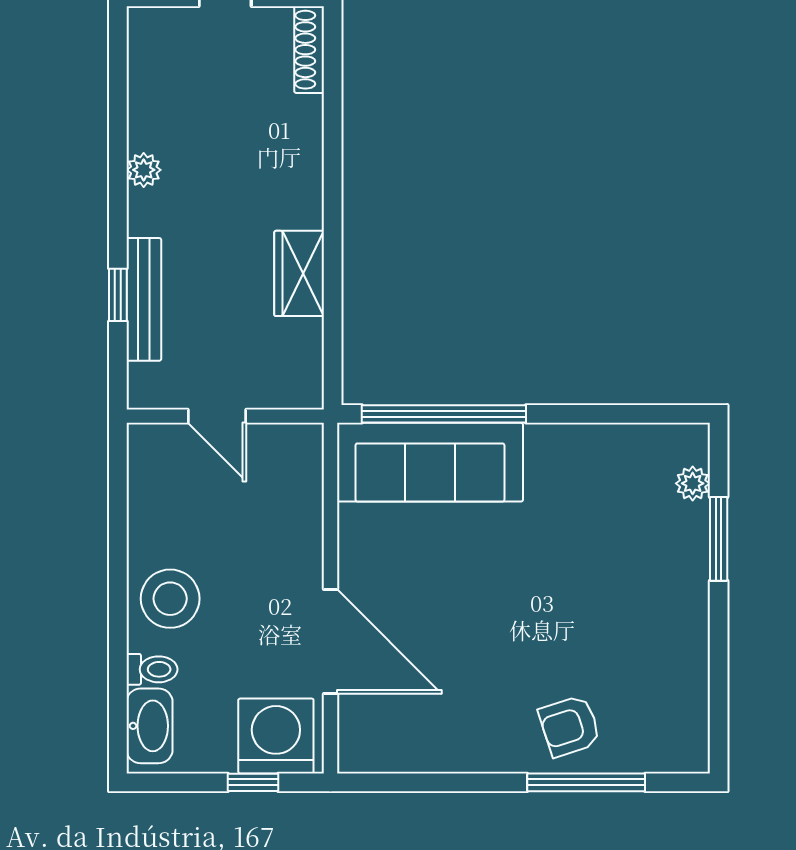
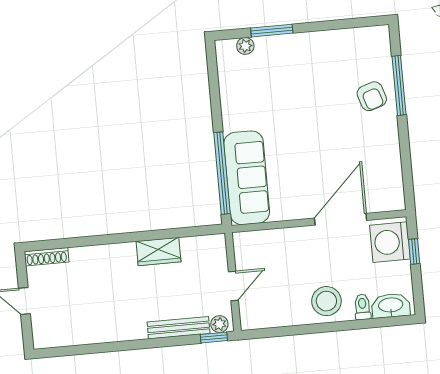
plant: (144, 170) -> (219, 324), moved
window: (118, 295) -> (214, 338), moved

